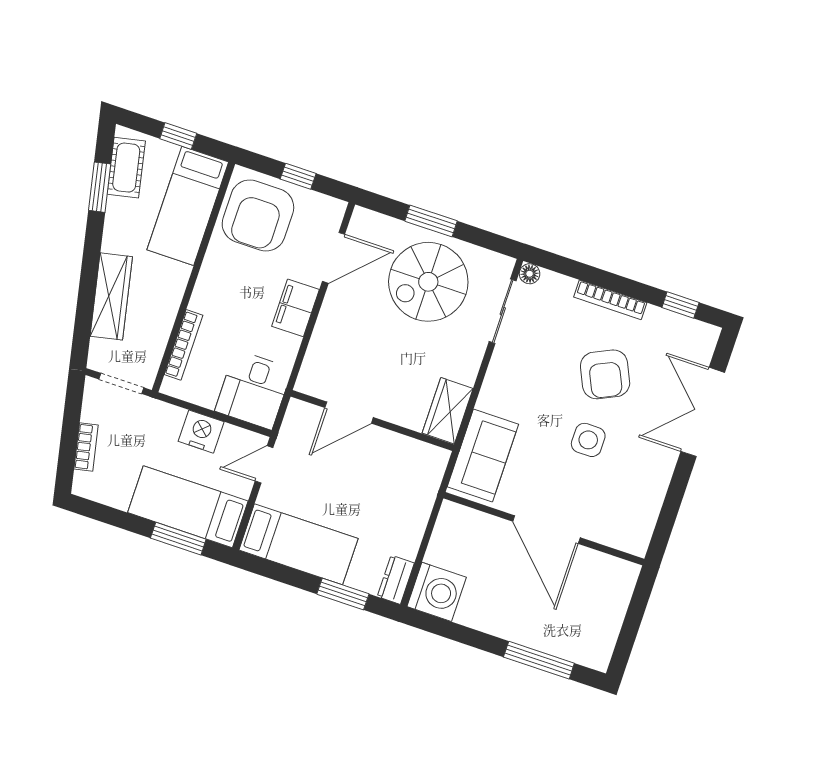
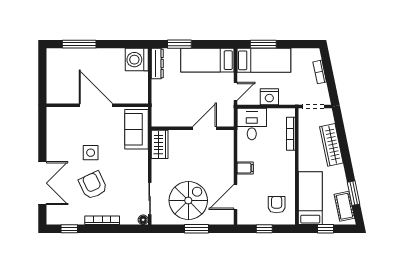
armchair: (258, 215) -> (277, 205), width x0.53, depth x0.53
filing cabinet: (296, 308) -> (245, 168), width x0.50
dresser: (396, 580) -> (157, 63), width x1.44

